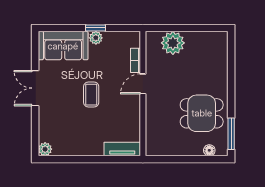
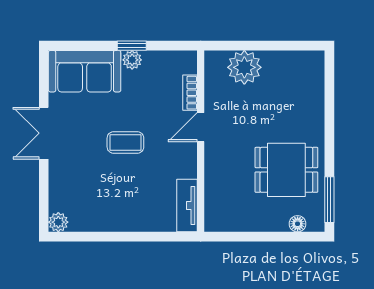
coffee table: (91, 95) -> (125, 142), turned 90
tv unit: (122, 149) -> (187, 206), moved, turned -90

